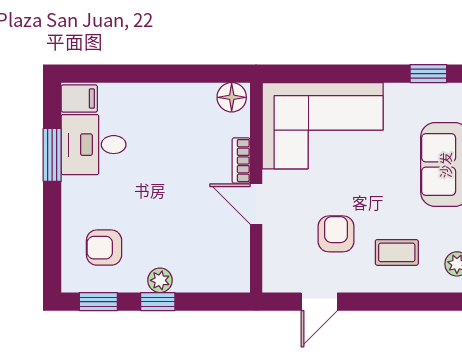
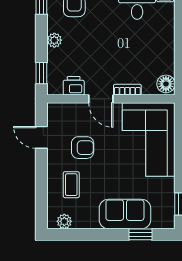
door: (256, 204) -> (101, 99), swing flipped
printer: (235, 249) -> (74, 86), added
window: (158, 302) -> (41, 73), moved

